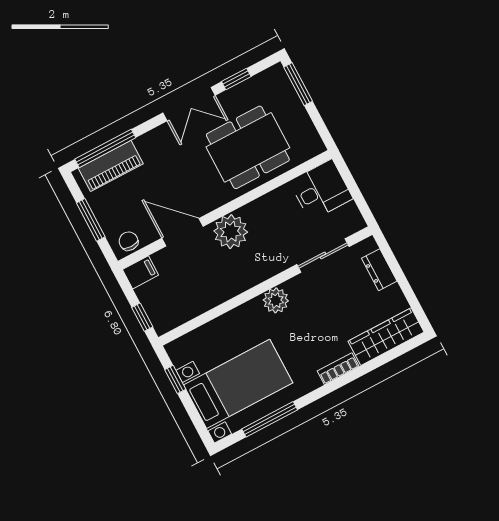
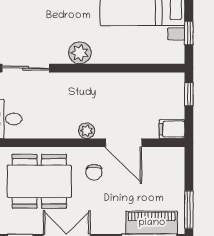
window: (91, 220) -> (189, 210), moved
plant: (231, 232) -> (86, 131), width x0.53, depth x0.53
chair: (129, 241) -> (94, 172), moved

